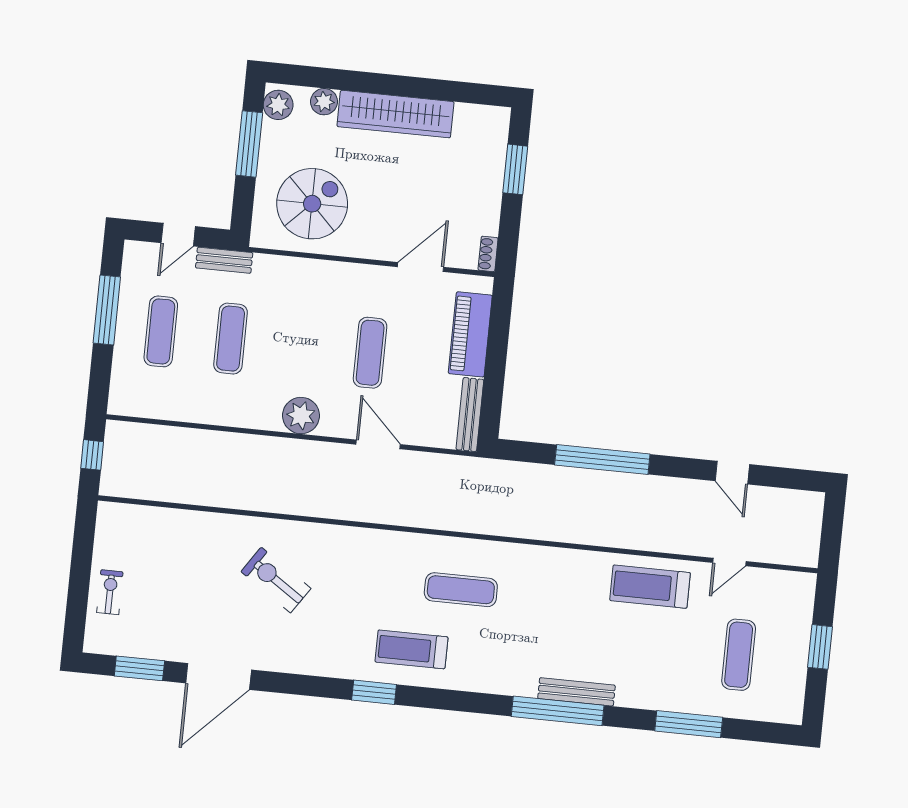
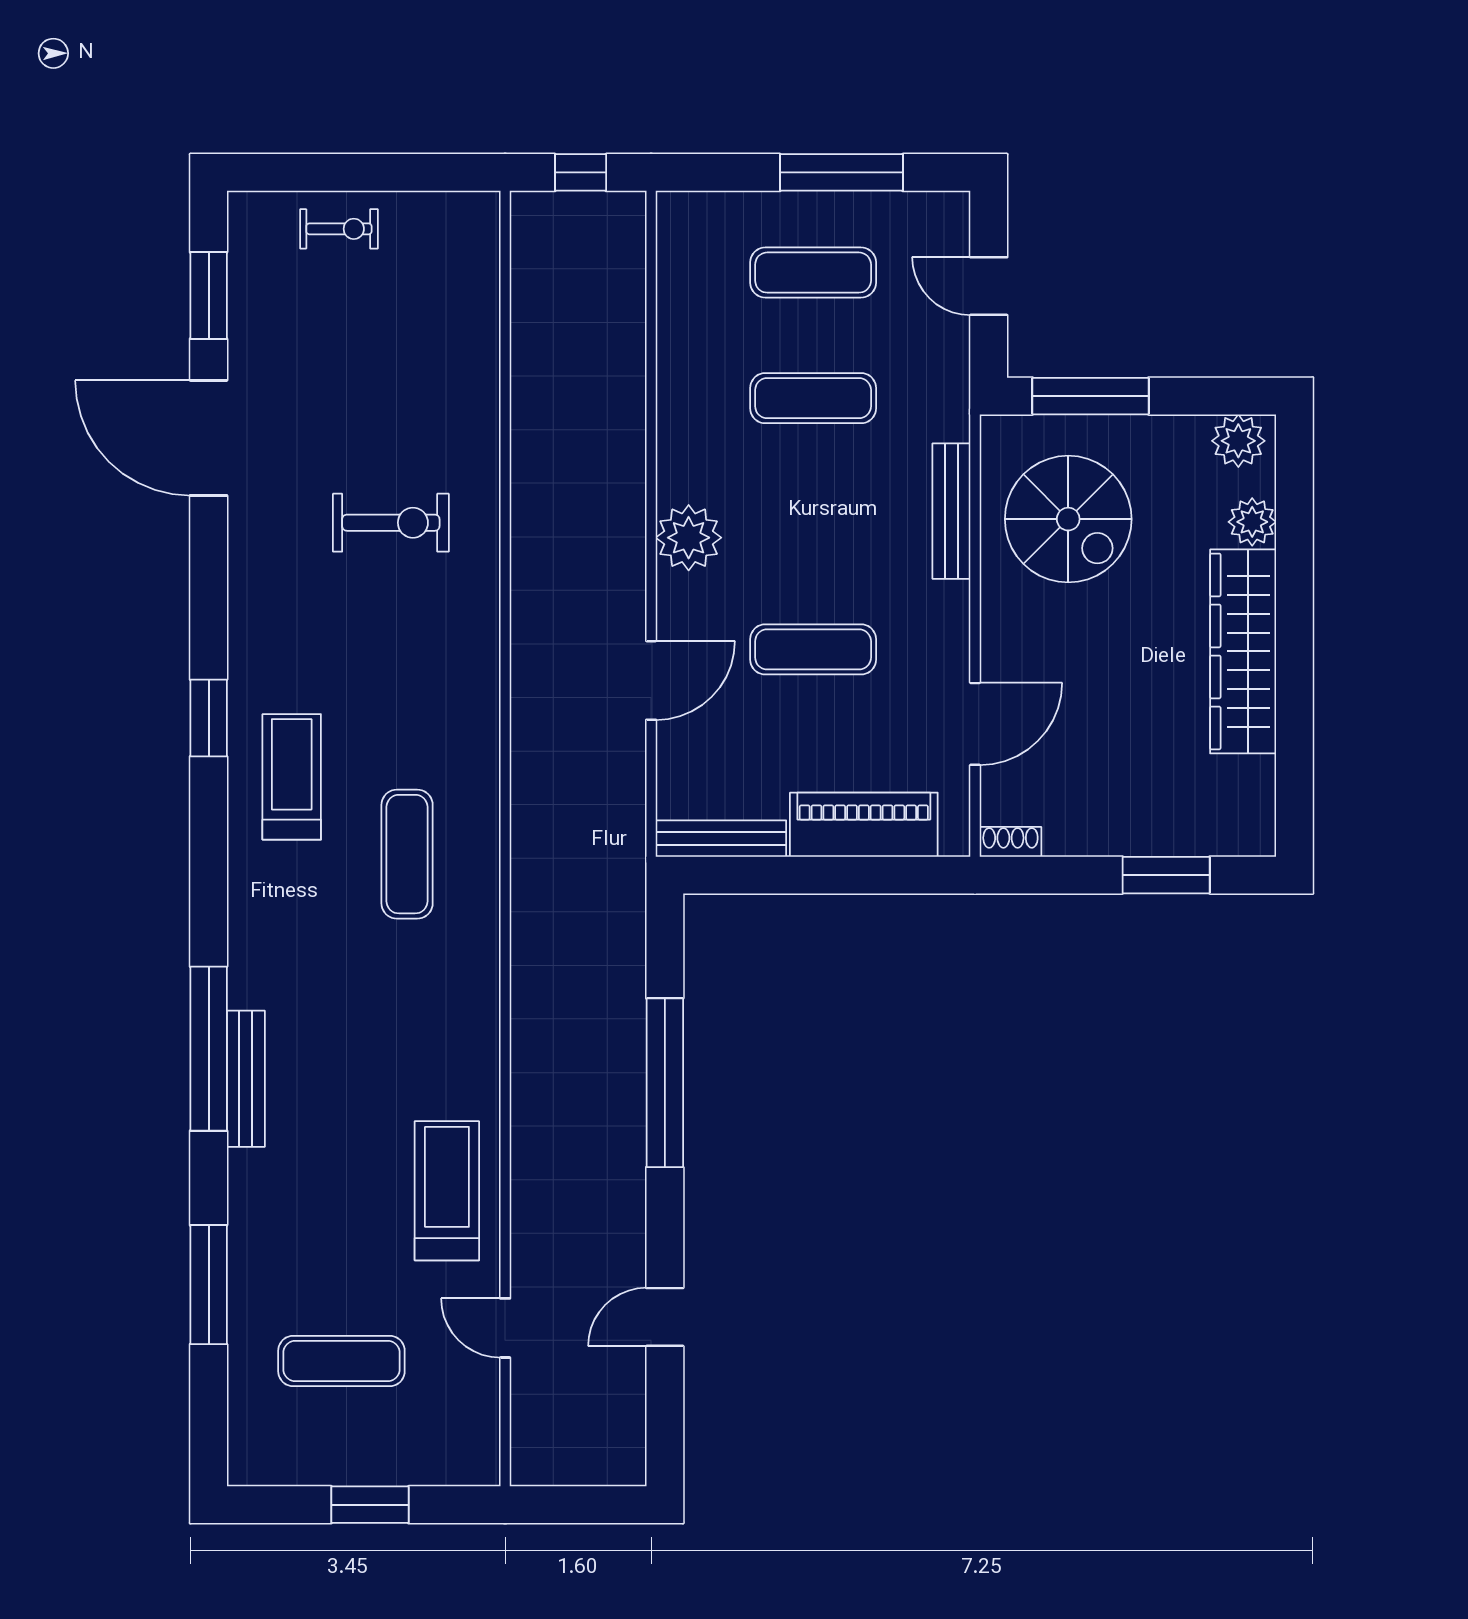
window: (249, 144) -> (1091, 396), moved
bench: (224, 260) -> (951, 511), moved, width x1.36
door: (421, 267) -> (975, 724), hinge flipped
exercise bike: (276, 580) -> (391, 523), turned 56

